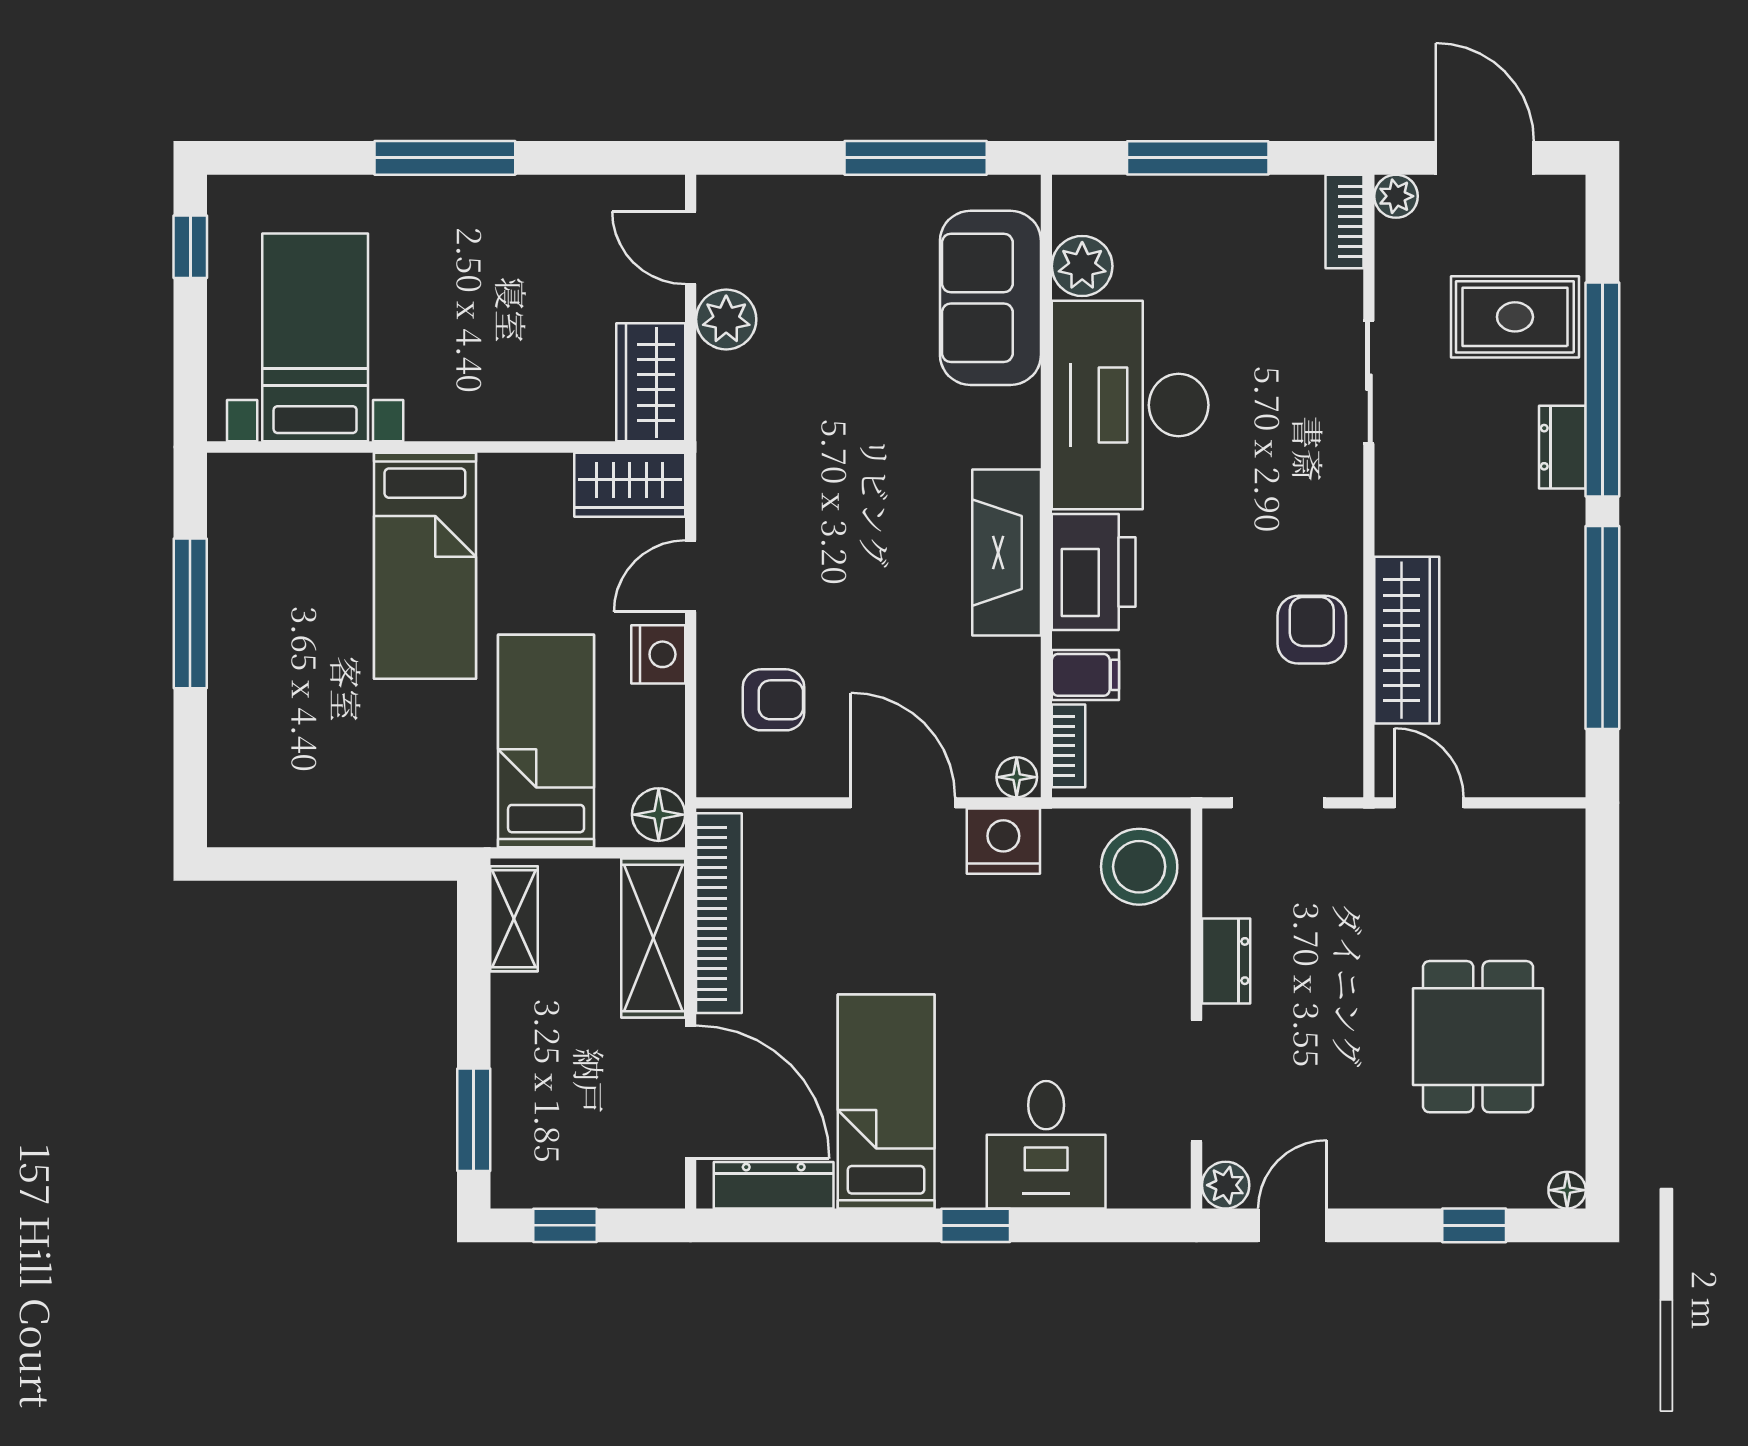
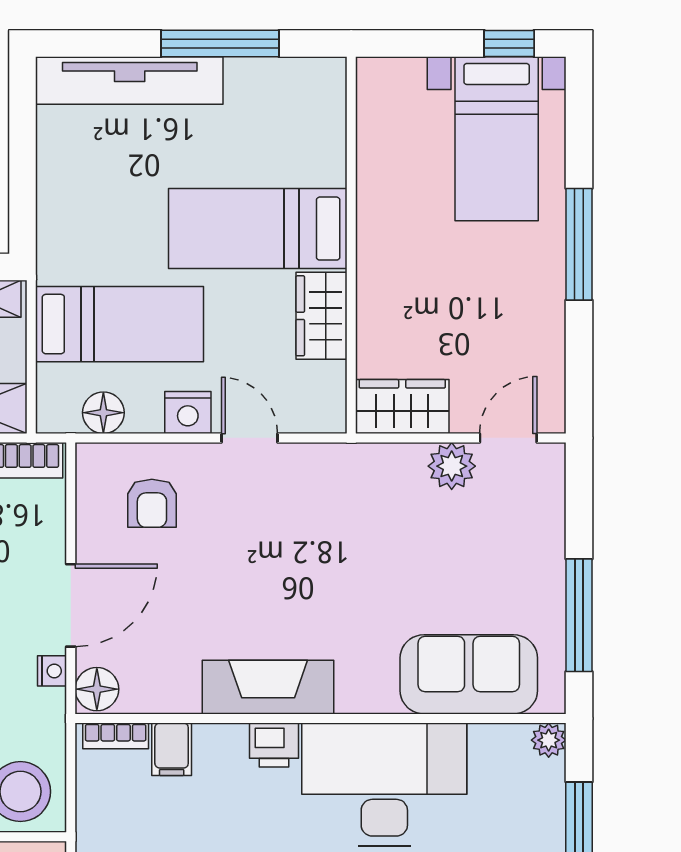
plant: (1082, 266) -> (549, 740), moved, width x0.73, depth x0.73
bed with nightstands: (315, 337) -> (497, 139), moved, turned 90
wardrobe: (630, 485) -> (322, 316), moved
printer: (1094, 572) -> (274, 745), width x0.53, depth x0.68
tv unit: (237, 728) -> (130, 81), added
floor lamp: (1017, 777) -> (97, 689), width x1.37, depth x1.37
floor lamp: (659, 815) -> (103, 413), moved
nightstand: (1003, 841) -> (52, 671), width x0.53, depth x0.56

